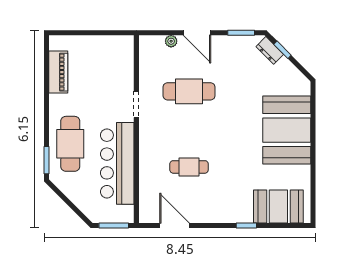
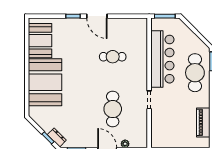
cafe table: (189, 91) -> (113, 109), turned 90
booth: (278, 206) -> (40, 41), moved, turned 90
door: (175, 226) -> (97, 16), moved

